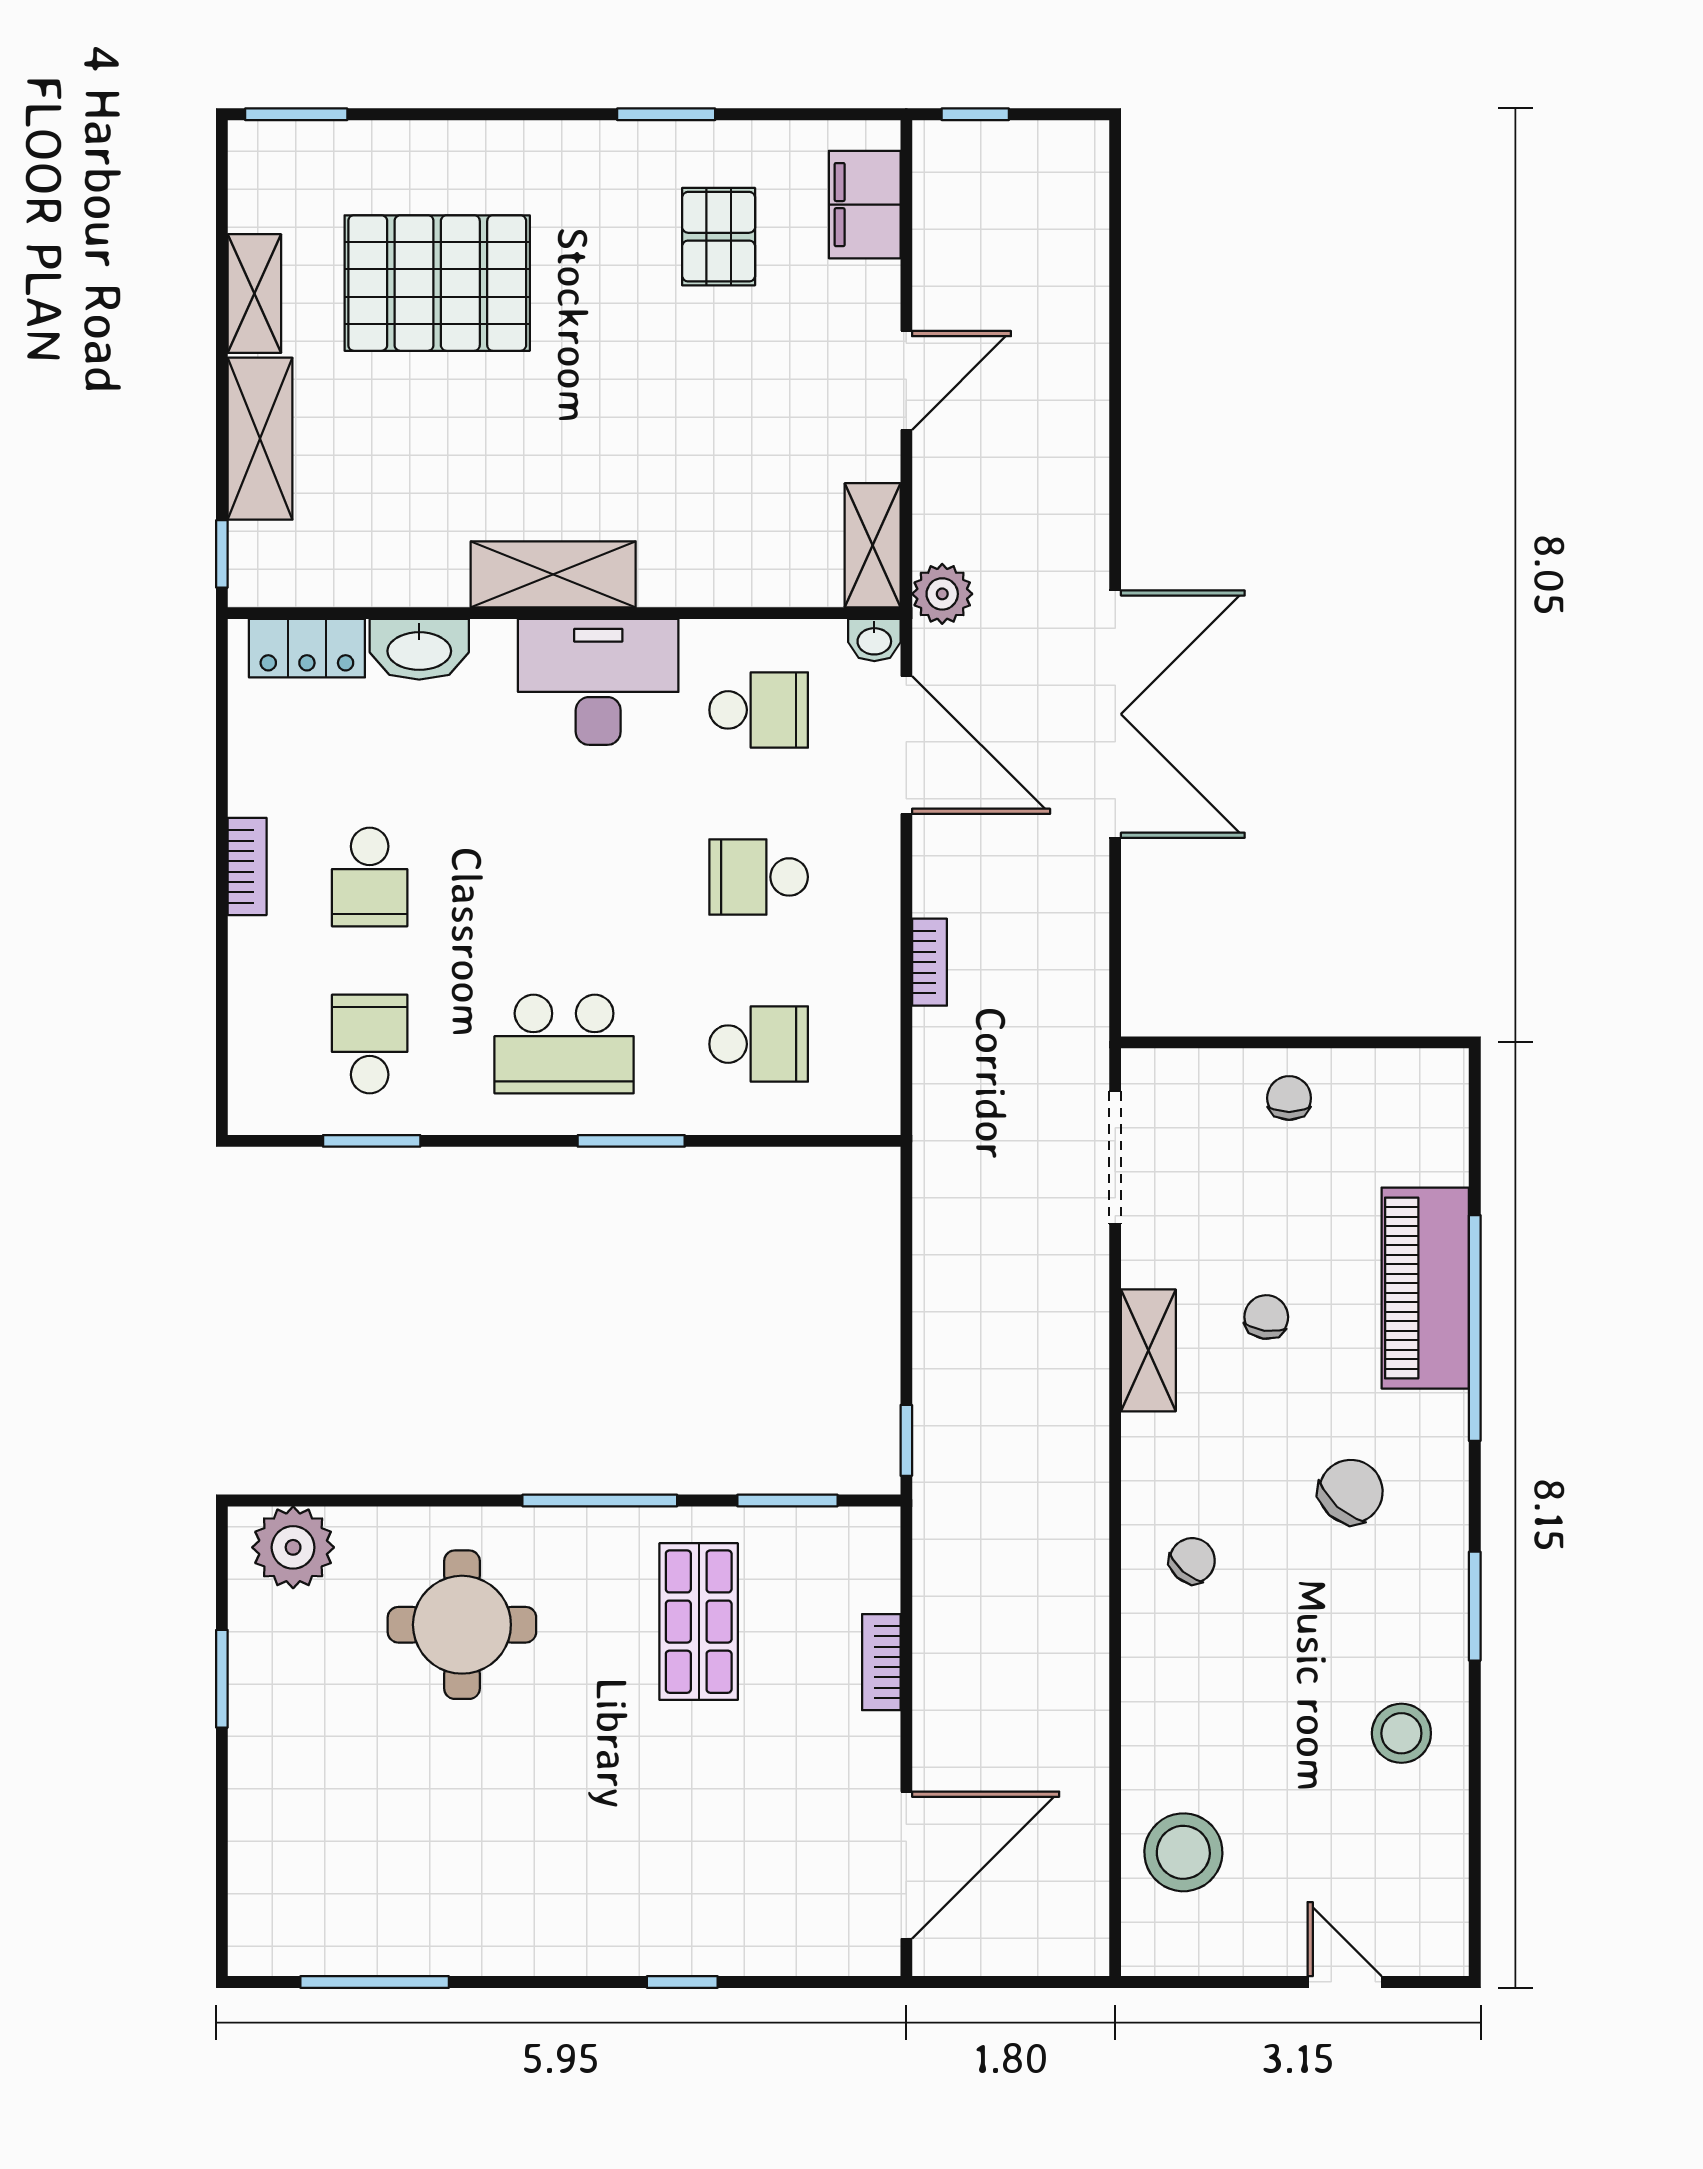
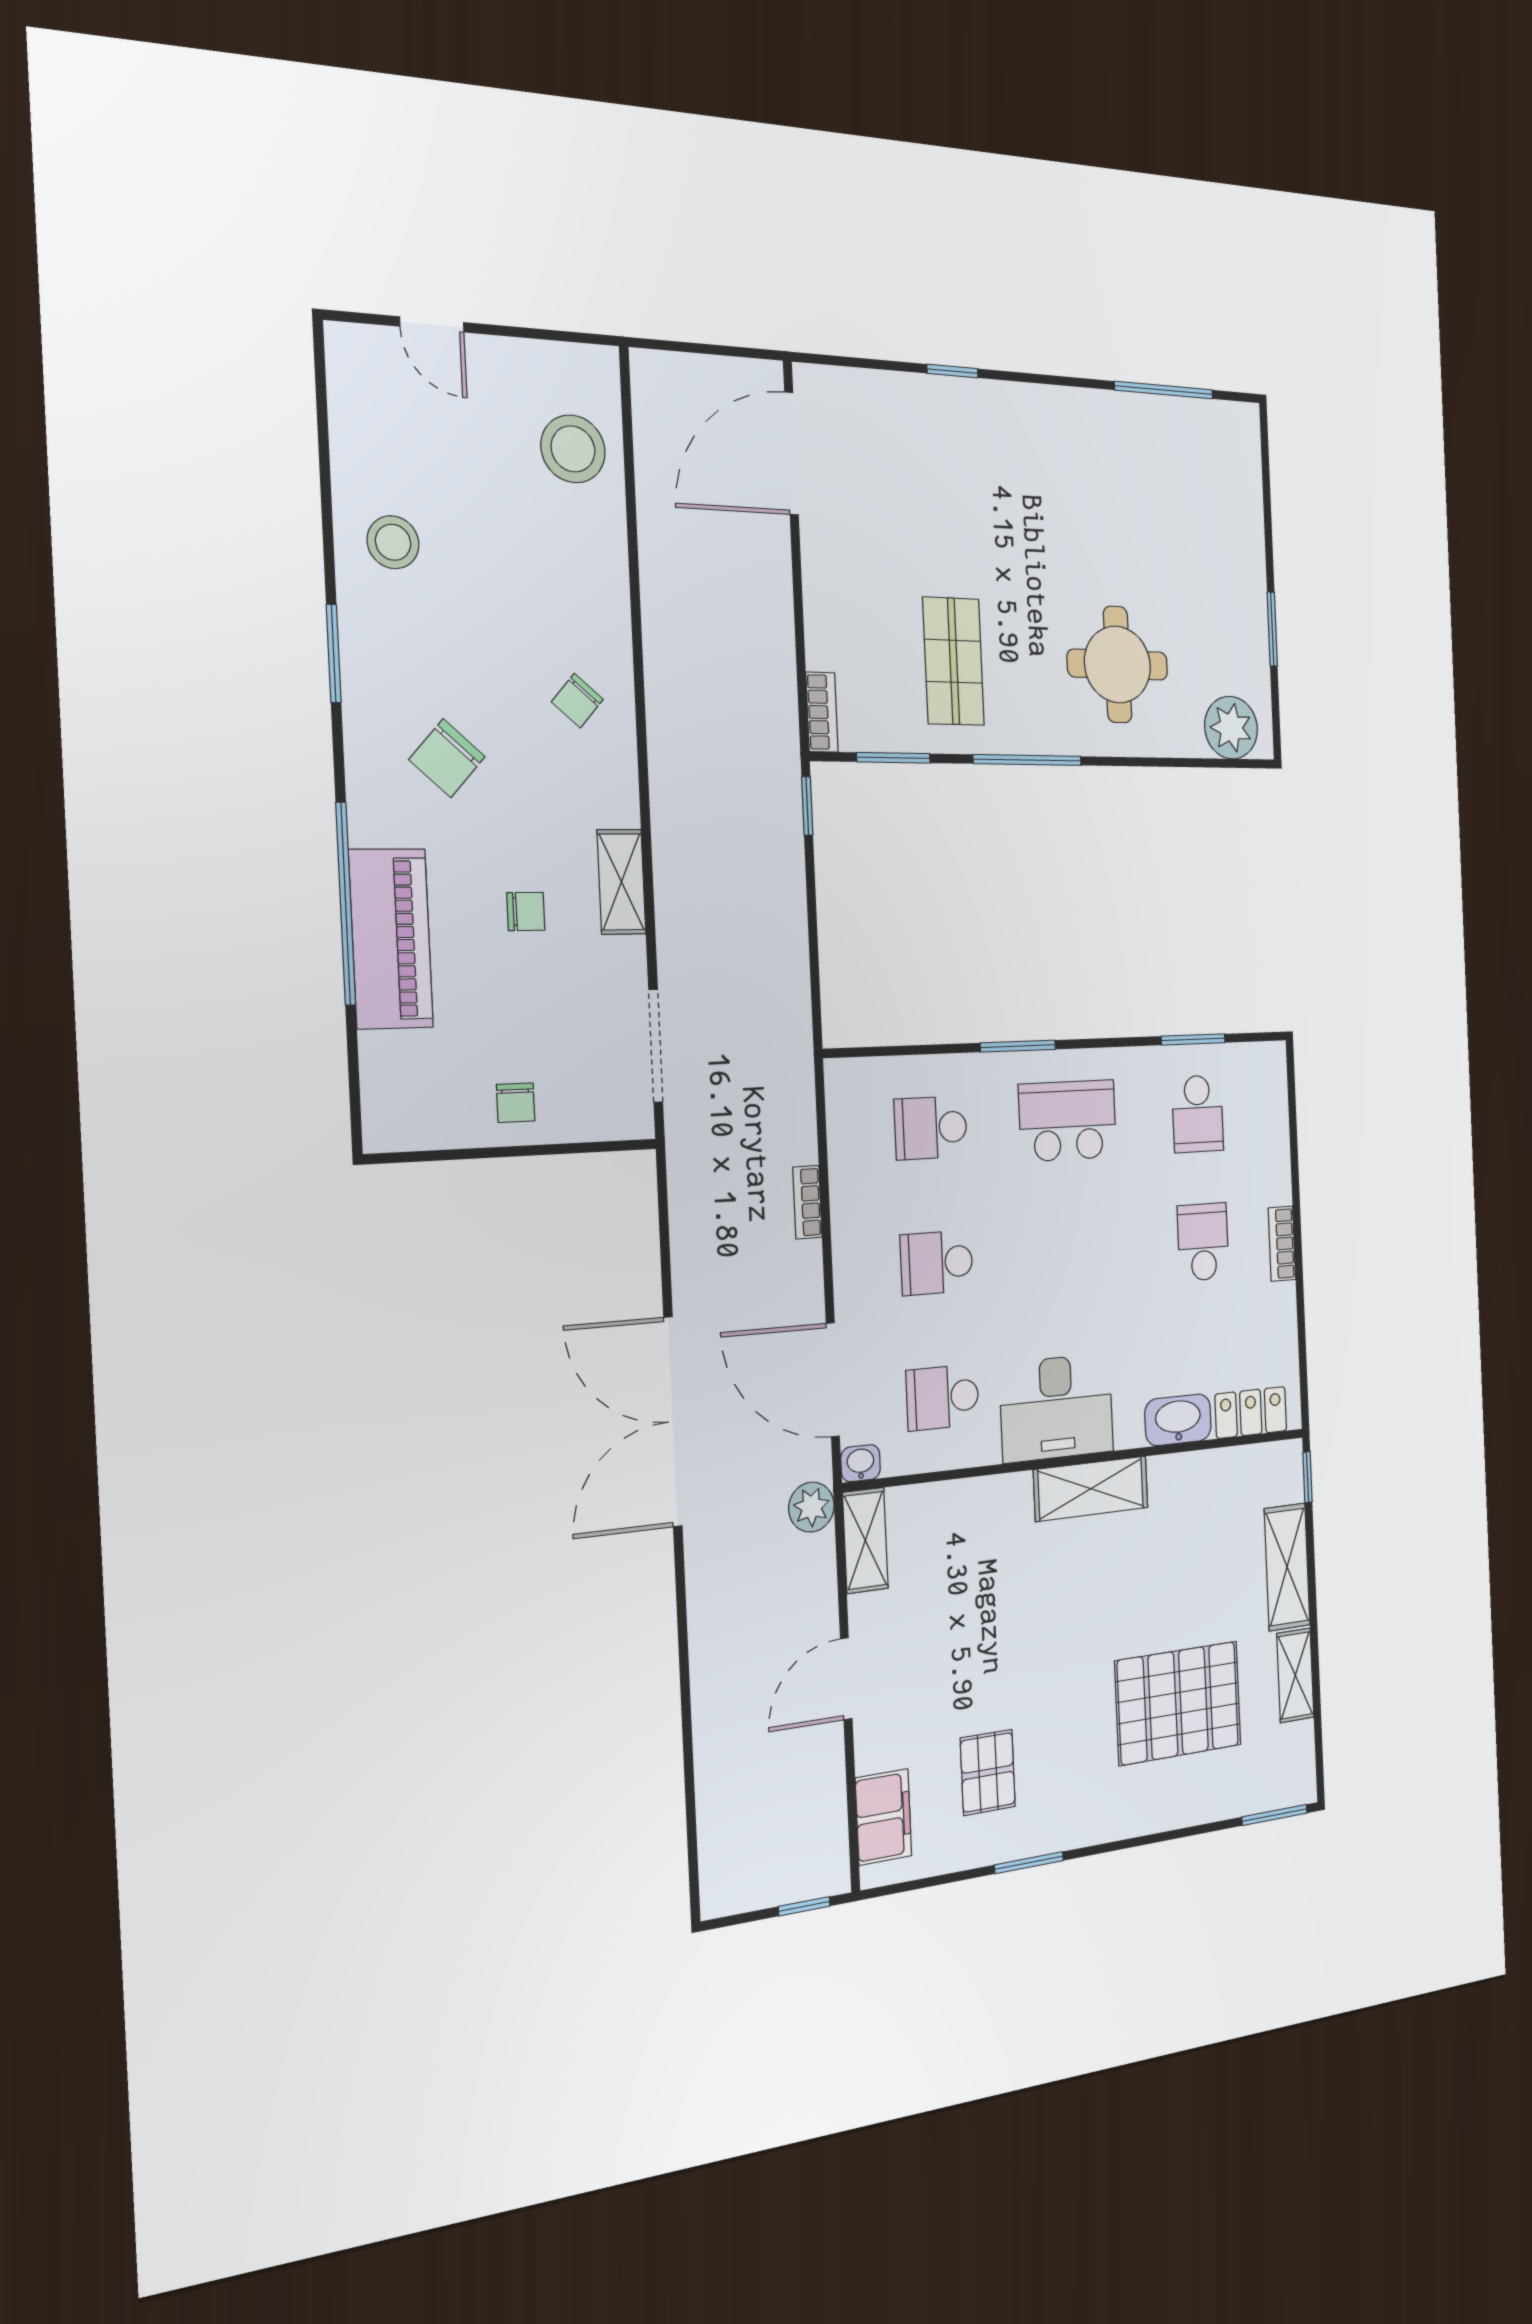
school desk: (759, 877) -> (937, 1263), turned 180
chair: (1266, 1317) -> (526, 911), turned -98
bookcase: (881, 1662) -> (822, 712), moved

